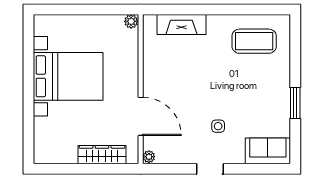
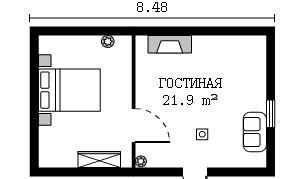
plant: (131, 21) -> (108, 41), moved
coffee table: (254, 41) -> (234, 59), removed
sofa: (268, 151) -> (255, 132), moved, turned -90

